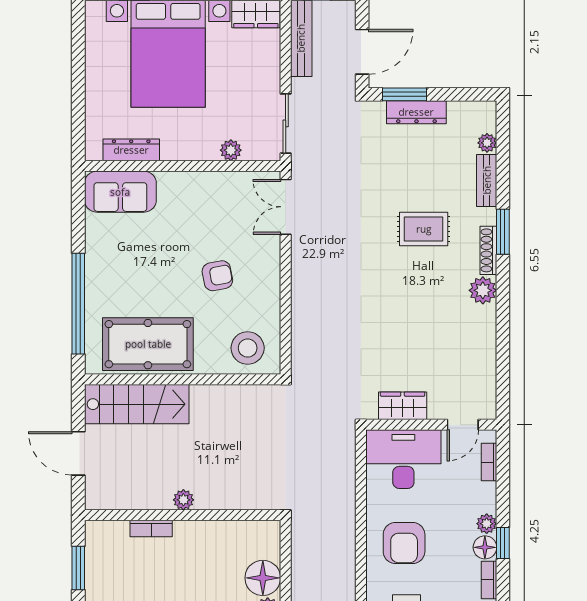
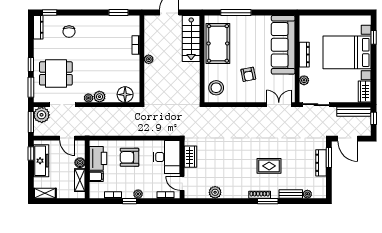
dresser: (131, 150) -> (304, 55), moved
sofa: (120, 192) -> (283, 45), width x1.85, depth x1.27
rug: (424, 229) -> (269, 166), turned 90
plant: (483, 290) -> (215, 192), moved
window: (78, 304) -> (236, 13), width x0.68
floor lamp: (485, 547) -> (128, 193), removed
floor lamp: (263, 578) -> (125, 95), moved

